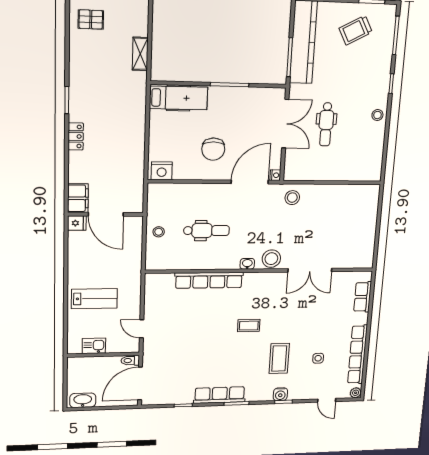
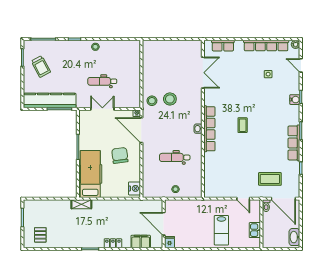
shelving: (140, 54) -> (81, 204), moved
hospital bed: (179, 98) -> (90, 174), width x1.37, depth x1.29
double door: (285, 124) -> (102, 109), width x0.73
dental chair: (326, 124) -> (102, 81), turned 180
chair: (213, 149) -> (120, 155), turned -97
filing cabinet: (78, 198) -> (141, 242), moved
door: (106, 214) -> (164, 224), swing flipped
dental chair: (206, 231) -> (175, 157), turned -90
stool: (271, 259) -> (170, 99), moved
double door: (310, 270) -> (203, 73), moved
row of seats: (209, 280) -> (209, 129), moved
lab bench: (94, 299) -> (221, 230), turned 180
door: (142, 329) -> (243, 199), hinge flipped
coffee table: (279, 359) -> (270, 179), moved
door: (327, 400) -> (301, 65), swing flipped

